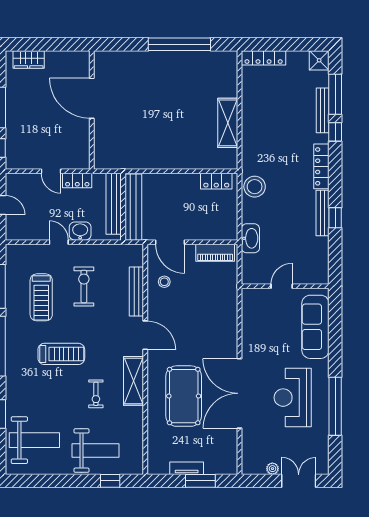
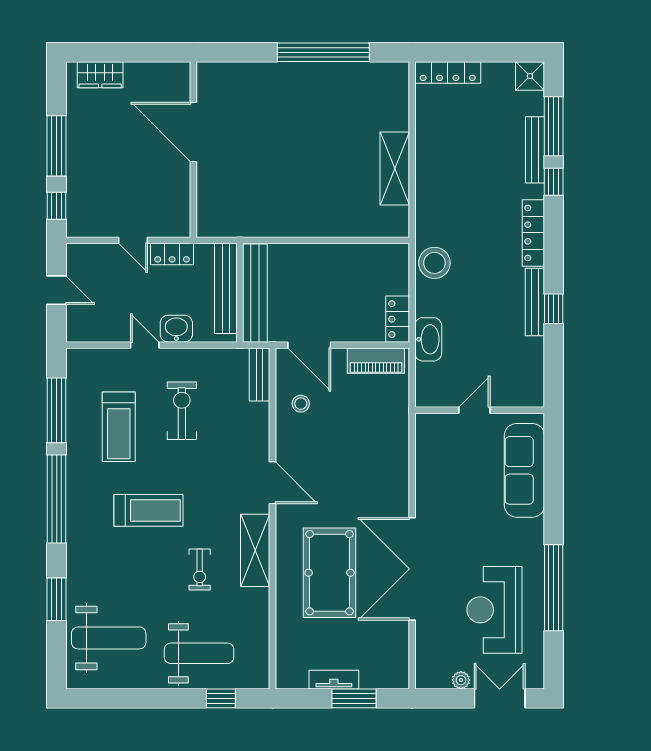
locker: (216, 181) -> (398, 319), moved, turned 90
bench: (136, 292) -> (260, 375), moved, width x0.73
reception desk: (293, 398) -> (494, 610), moved

